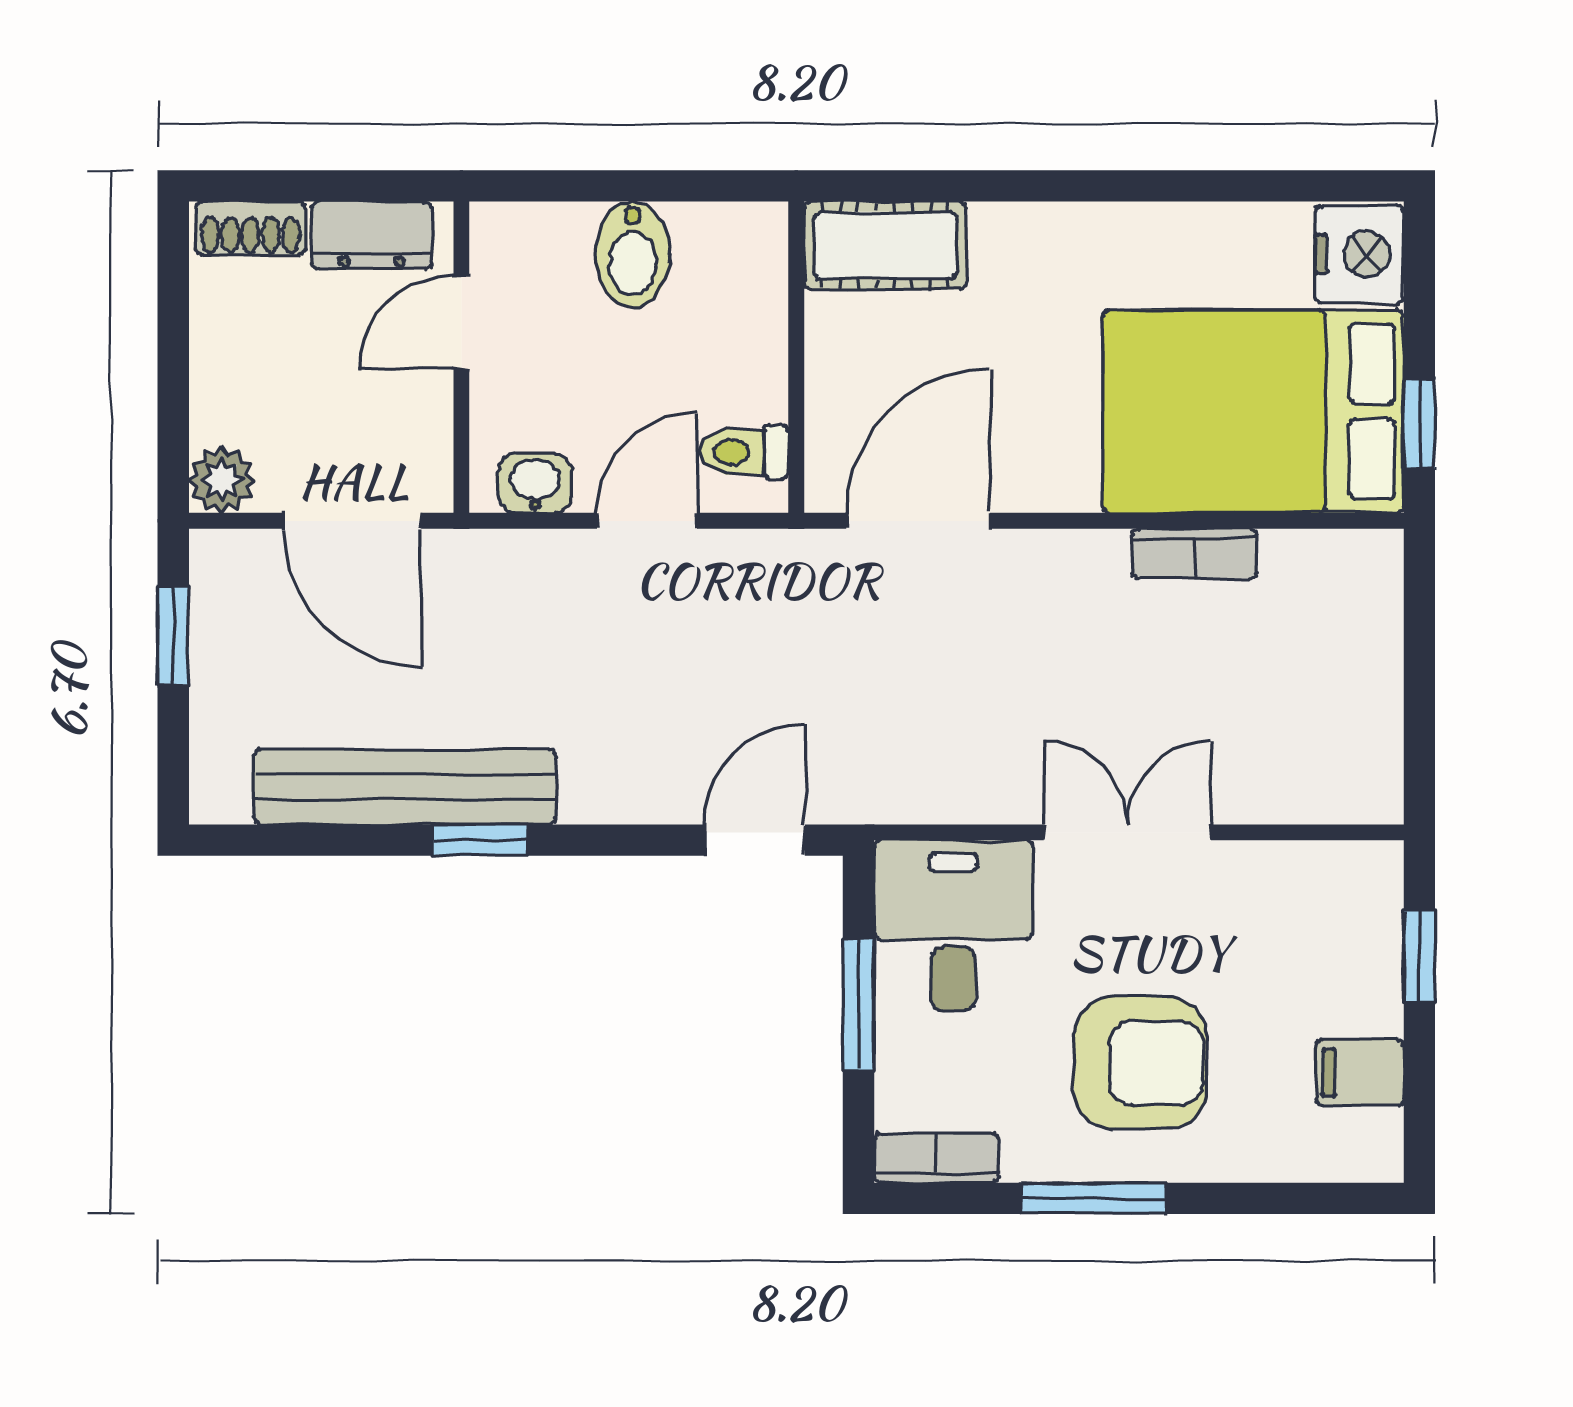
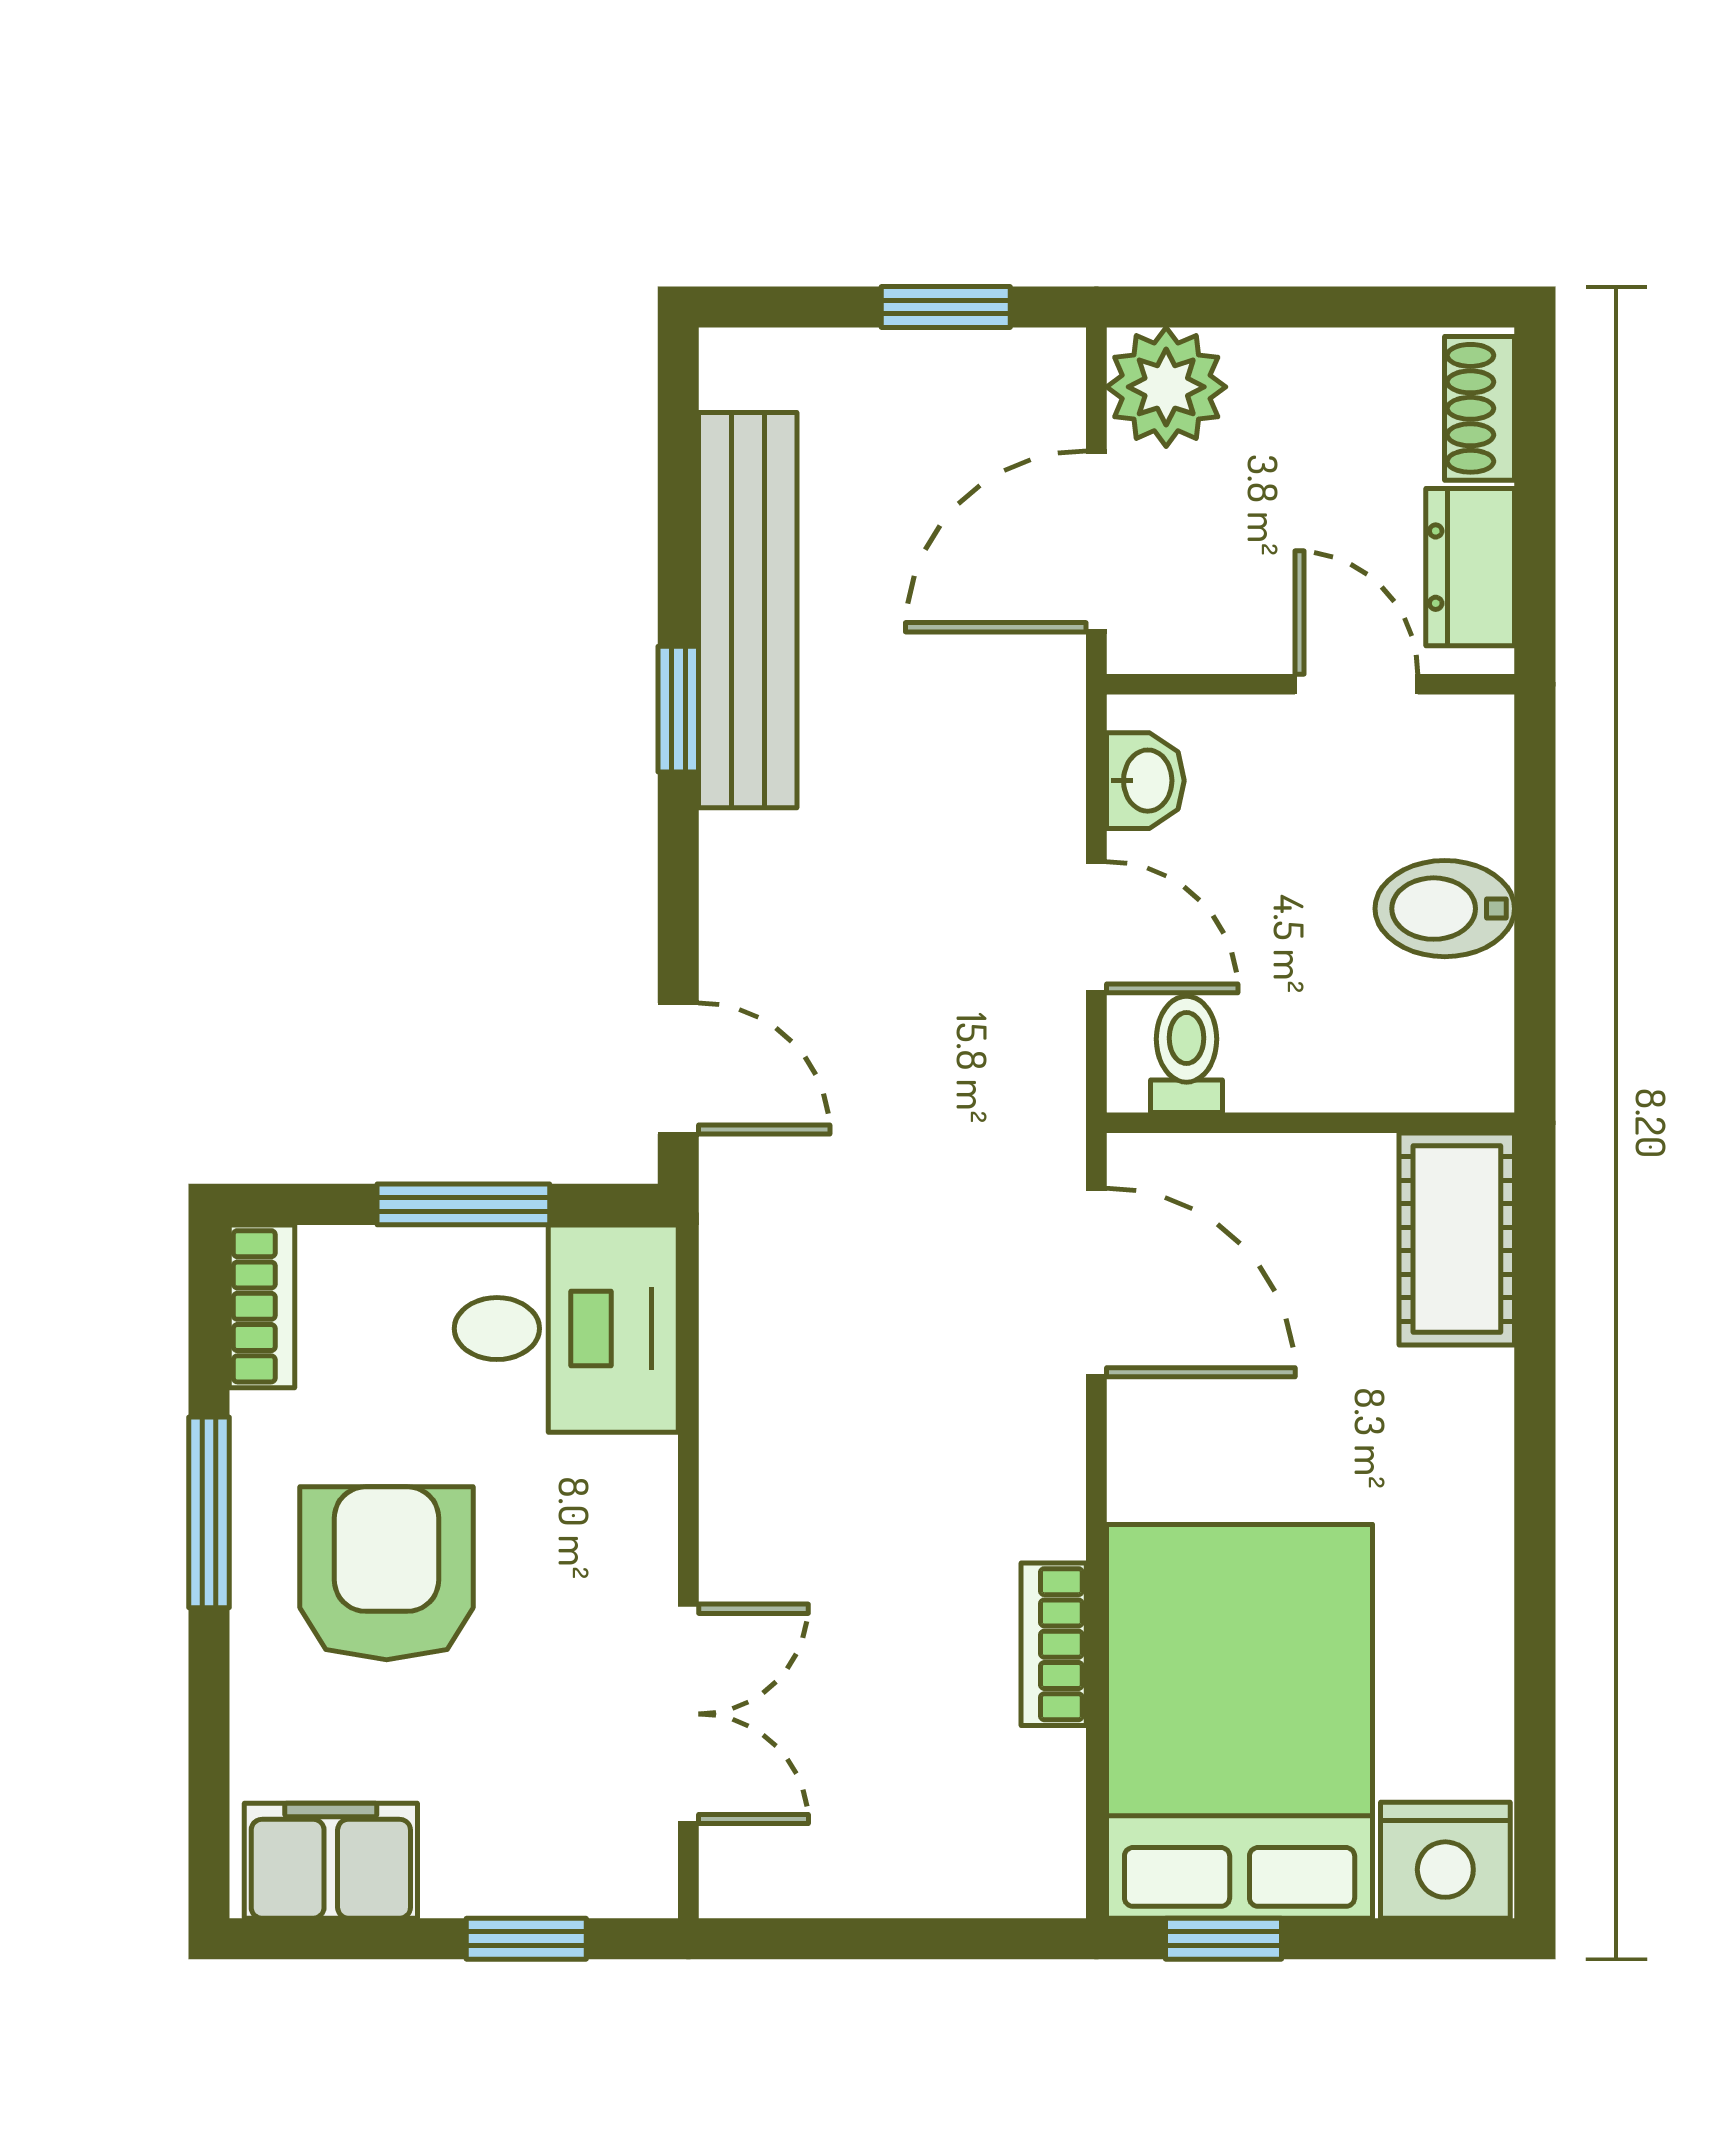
plant: (222, 480) -> (1166, 387), width x1.38, depth x1.38
double door: (1127, 832) -> (688, 1714), moved
armchair: (1140, 1063) -> (387, 1573), turned 180
filing cabinet: (1360, 1072) -> (331, 1861), width x2.00

